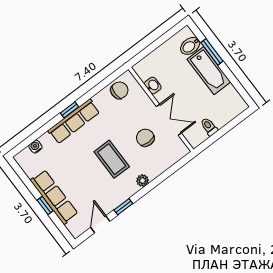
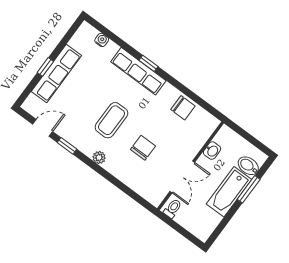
washbasin: (153, 86) -> (212, 151), moved
wall: (161, 109) -> (191, 166), moved
double door: (169, 120) -> (182, 177), moved

